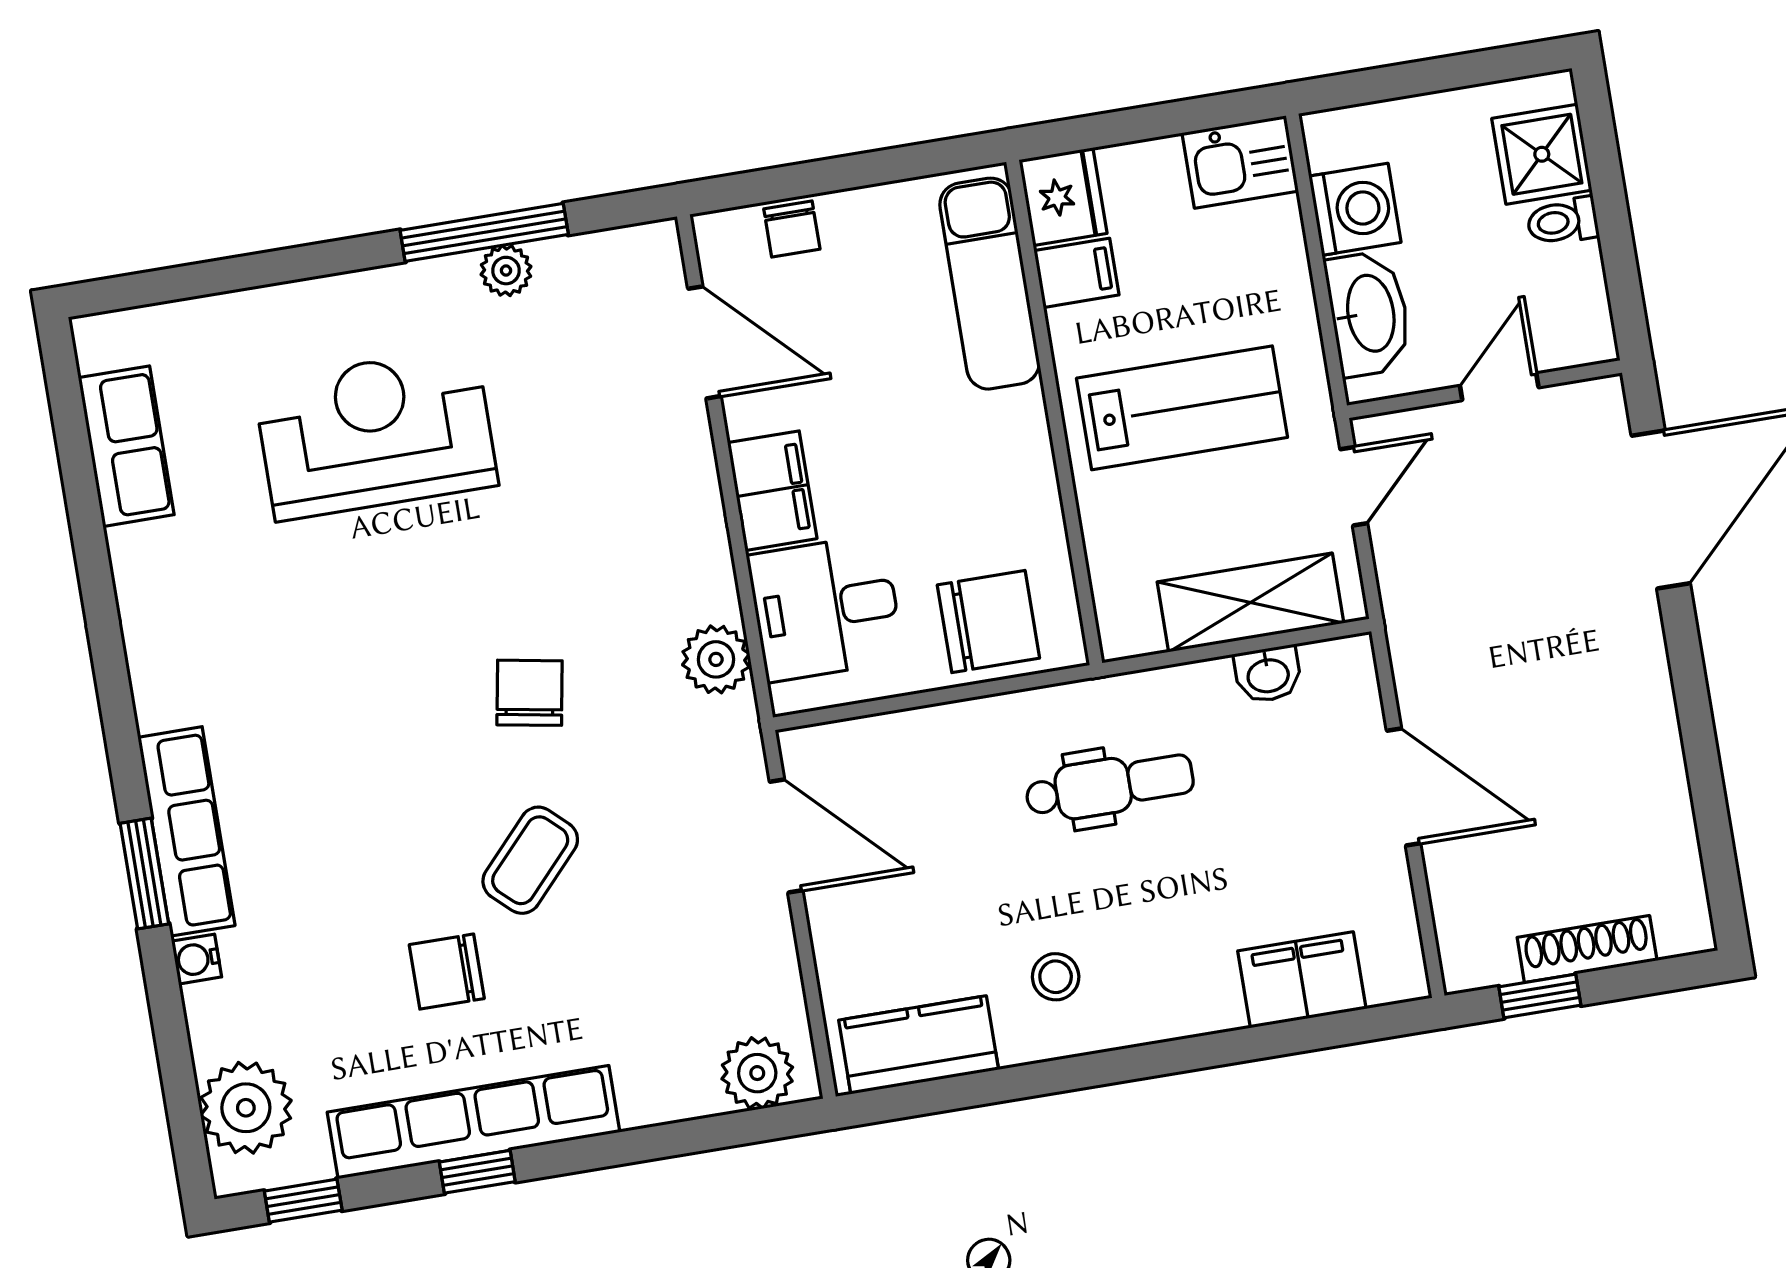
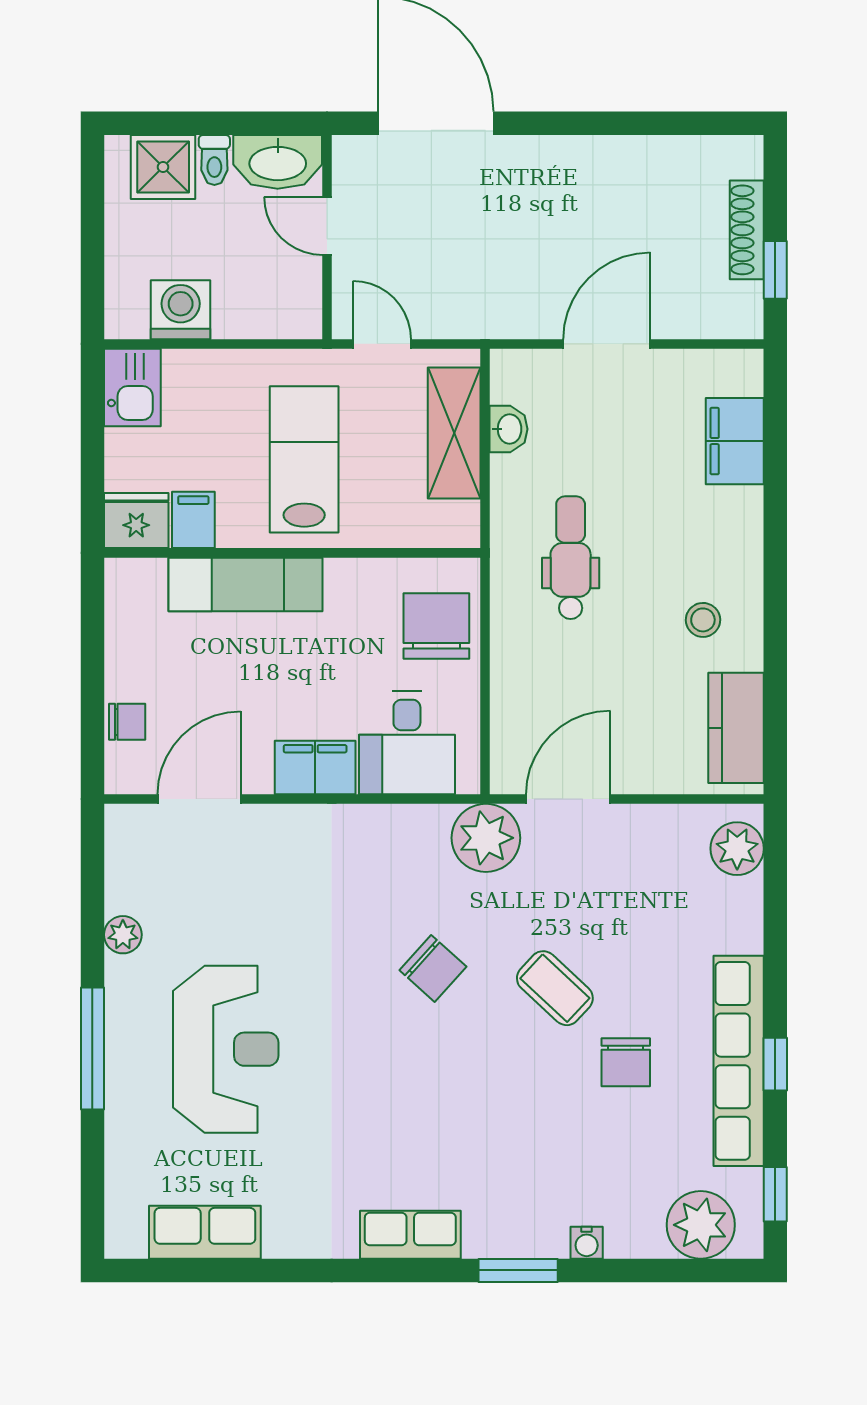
window: (484, 232) -> (92, 1048), moved
exam couch: (990, 284) -> (246, 584), moved
washbasin: (1369, 314) -> (278, 162), moved, turned 180
reception desk: (376, 433) -> (226, 1049), turned 180
plant: (716, 659) -> (486, 838), moved, width x1.36, depth x1.36
chair: (530, 693) -> (433, 968), turned -148
row of seats: (186, 831) -> (410, 1235), moved, width x0.68

